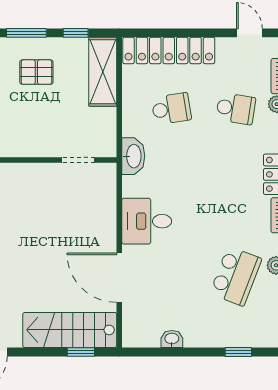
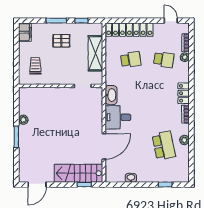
shelving: (103, 72) -> (95, 53), moved
washbasin: (133, 156) -> (111, 95), moved
school desk: (236, 276) -> (164, 146), turned -33
door: (119, 278) -> (104, 146), swing flipped

